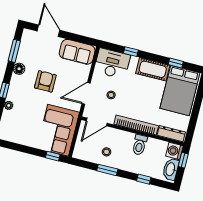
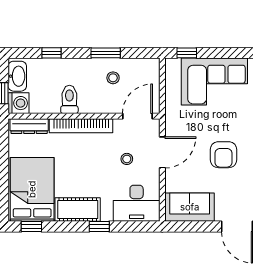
window: (131, 52) -> (99, 227), moved
window: (176, 63) -> (31, 227), moved
corner sofa: (58, 130) -> (214, 81), moved, turned 90

